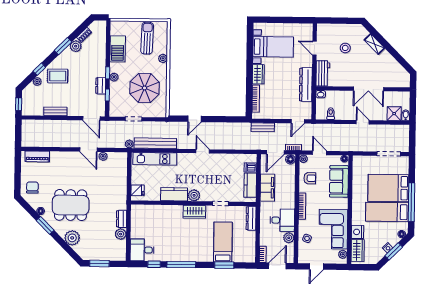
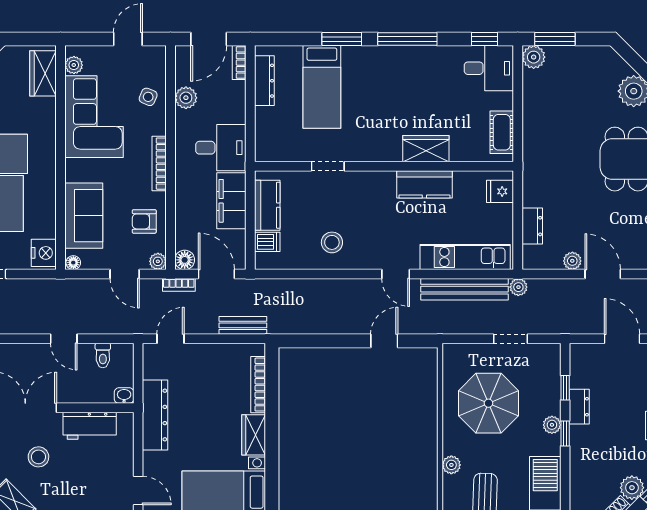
stool: (345, 48) -> (38, 457), moved
workbench: (323, 73) -> (90, 426), moved, turned -90
door: (91, 118) -> (622, 339), moved
door: (363, 122) -> (64, 339), moved
door: (203, 151) -> (396, 274), moved
door: (275, 152) -> (216, 274), hinge flipped
stool: (219, 167) -> (332, 242), added
plant: (194, 195) -> (383, 183), removed
wardrobe: (194, 212) -> (426, 149), moved
dresser: (251, 218) -> (264, 81), moved
dresser: (122, 219) -> (532, 226), moved
cot: (136, 219) -> (502, 132), added
desk: (282, 220) -> (221, 148), moved, turned 180
nightstand: (358, 232) -> (44, 253), moved
plant: (121, 234) -> (534, 57), moved
window: (99, 263) -> (555, 39), moved
window: (154, 264) -> (485, 39), moved
window: (224, 265) -> (342, 39), moved

